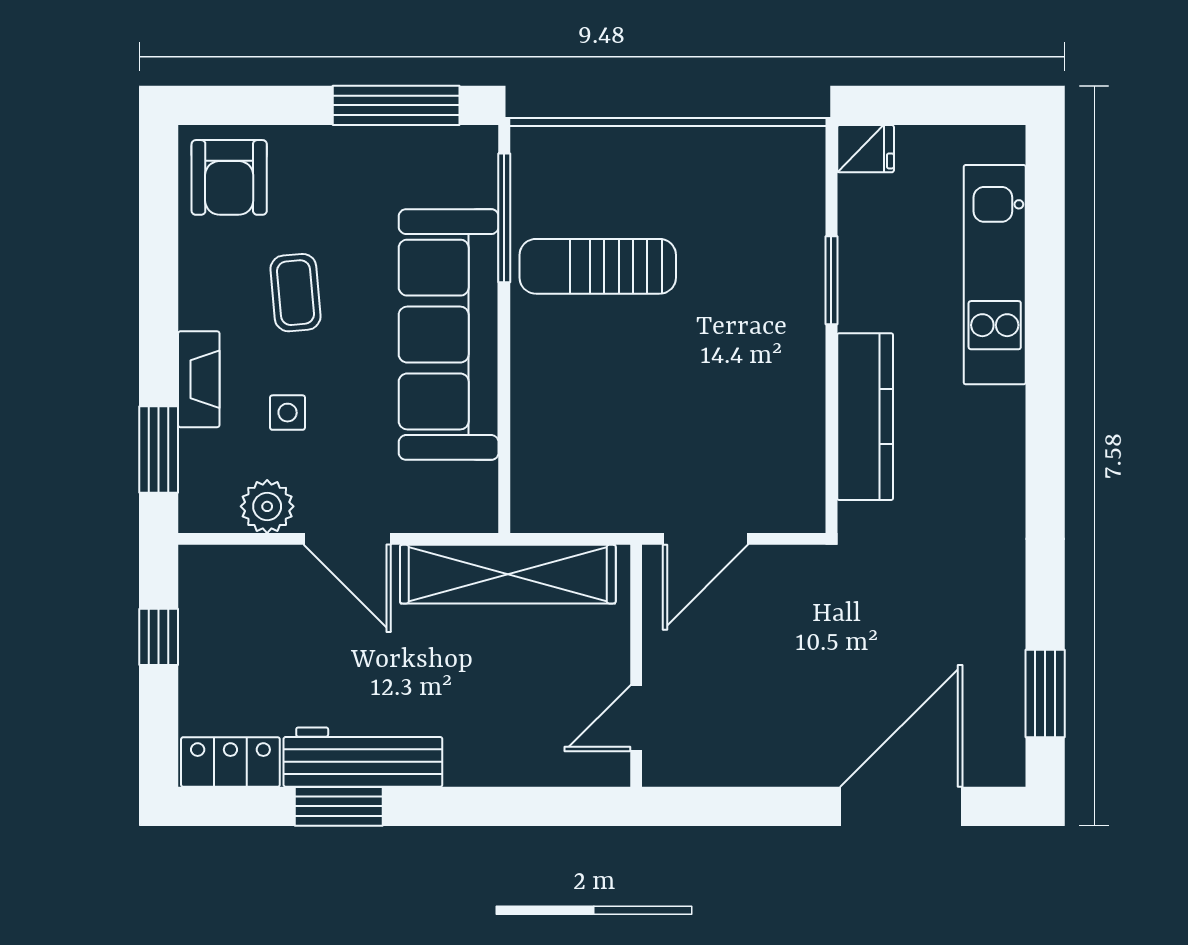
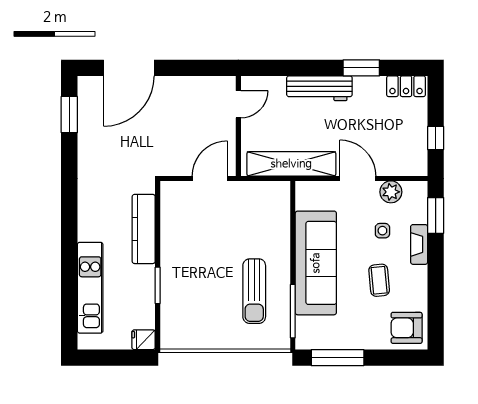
armchair: (229, 177) -> (407, 328), turned -90
sun lounger: (598, 266) -> (254, 291), turned 90
workbench: (363, 757) -> (319, 88), moved

